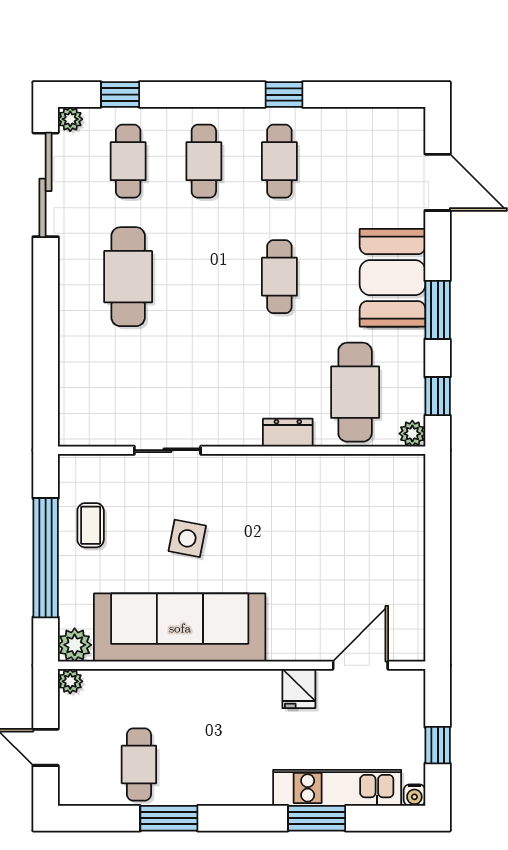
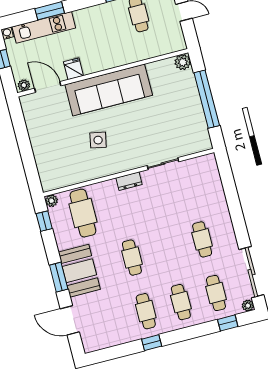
cafe table: (128, 277) -> (202, 239), width x0.73, depth x0.74
window: (438, 310) -> (59, 277), moved
dresser: (288, 433) -> (129, 181), moved
coffee table: (91, 525) -> (190, 120), removed
side table: (187, 538) -> (98, 140), moved
sofa: (180, 628) -> (109, 90), moved
door: (360, 665) -> (48, 87), swing flipped
plant: (70, 681) -> (24, 85), moved

